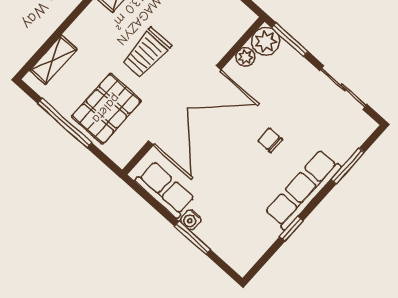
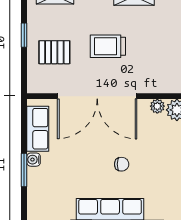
pallet: (106, 109) -> (54, 52), width x0.67, depth x0.71
window: (64, 123) -> (24, 35), width x0.46
chair: (270, 140) -> (122, 164), turned 90

